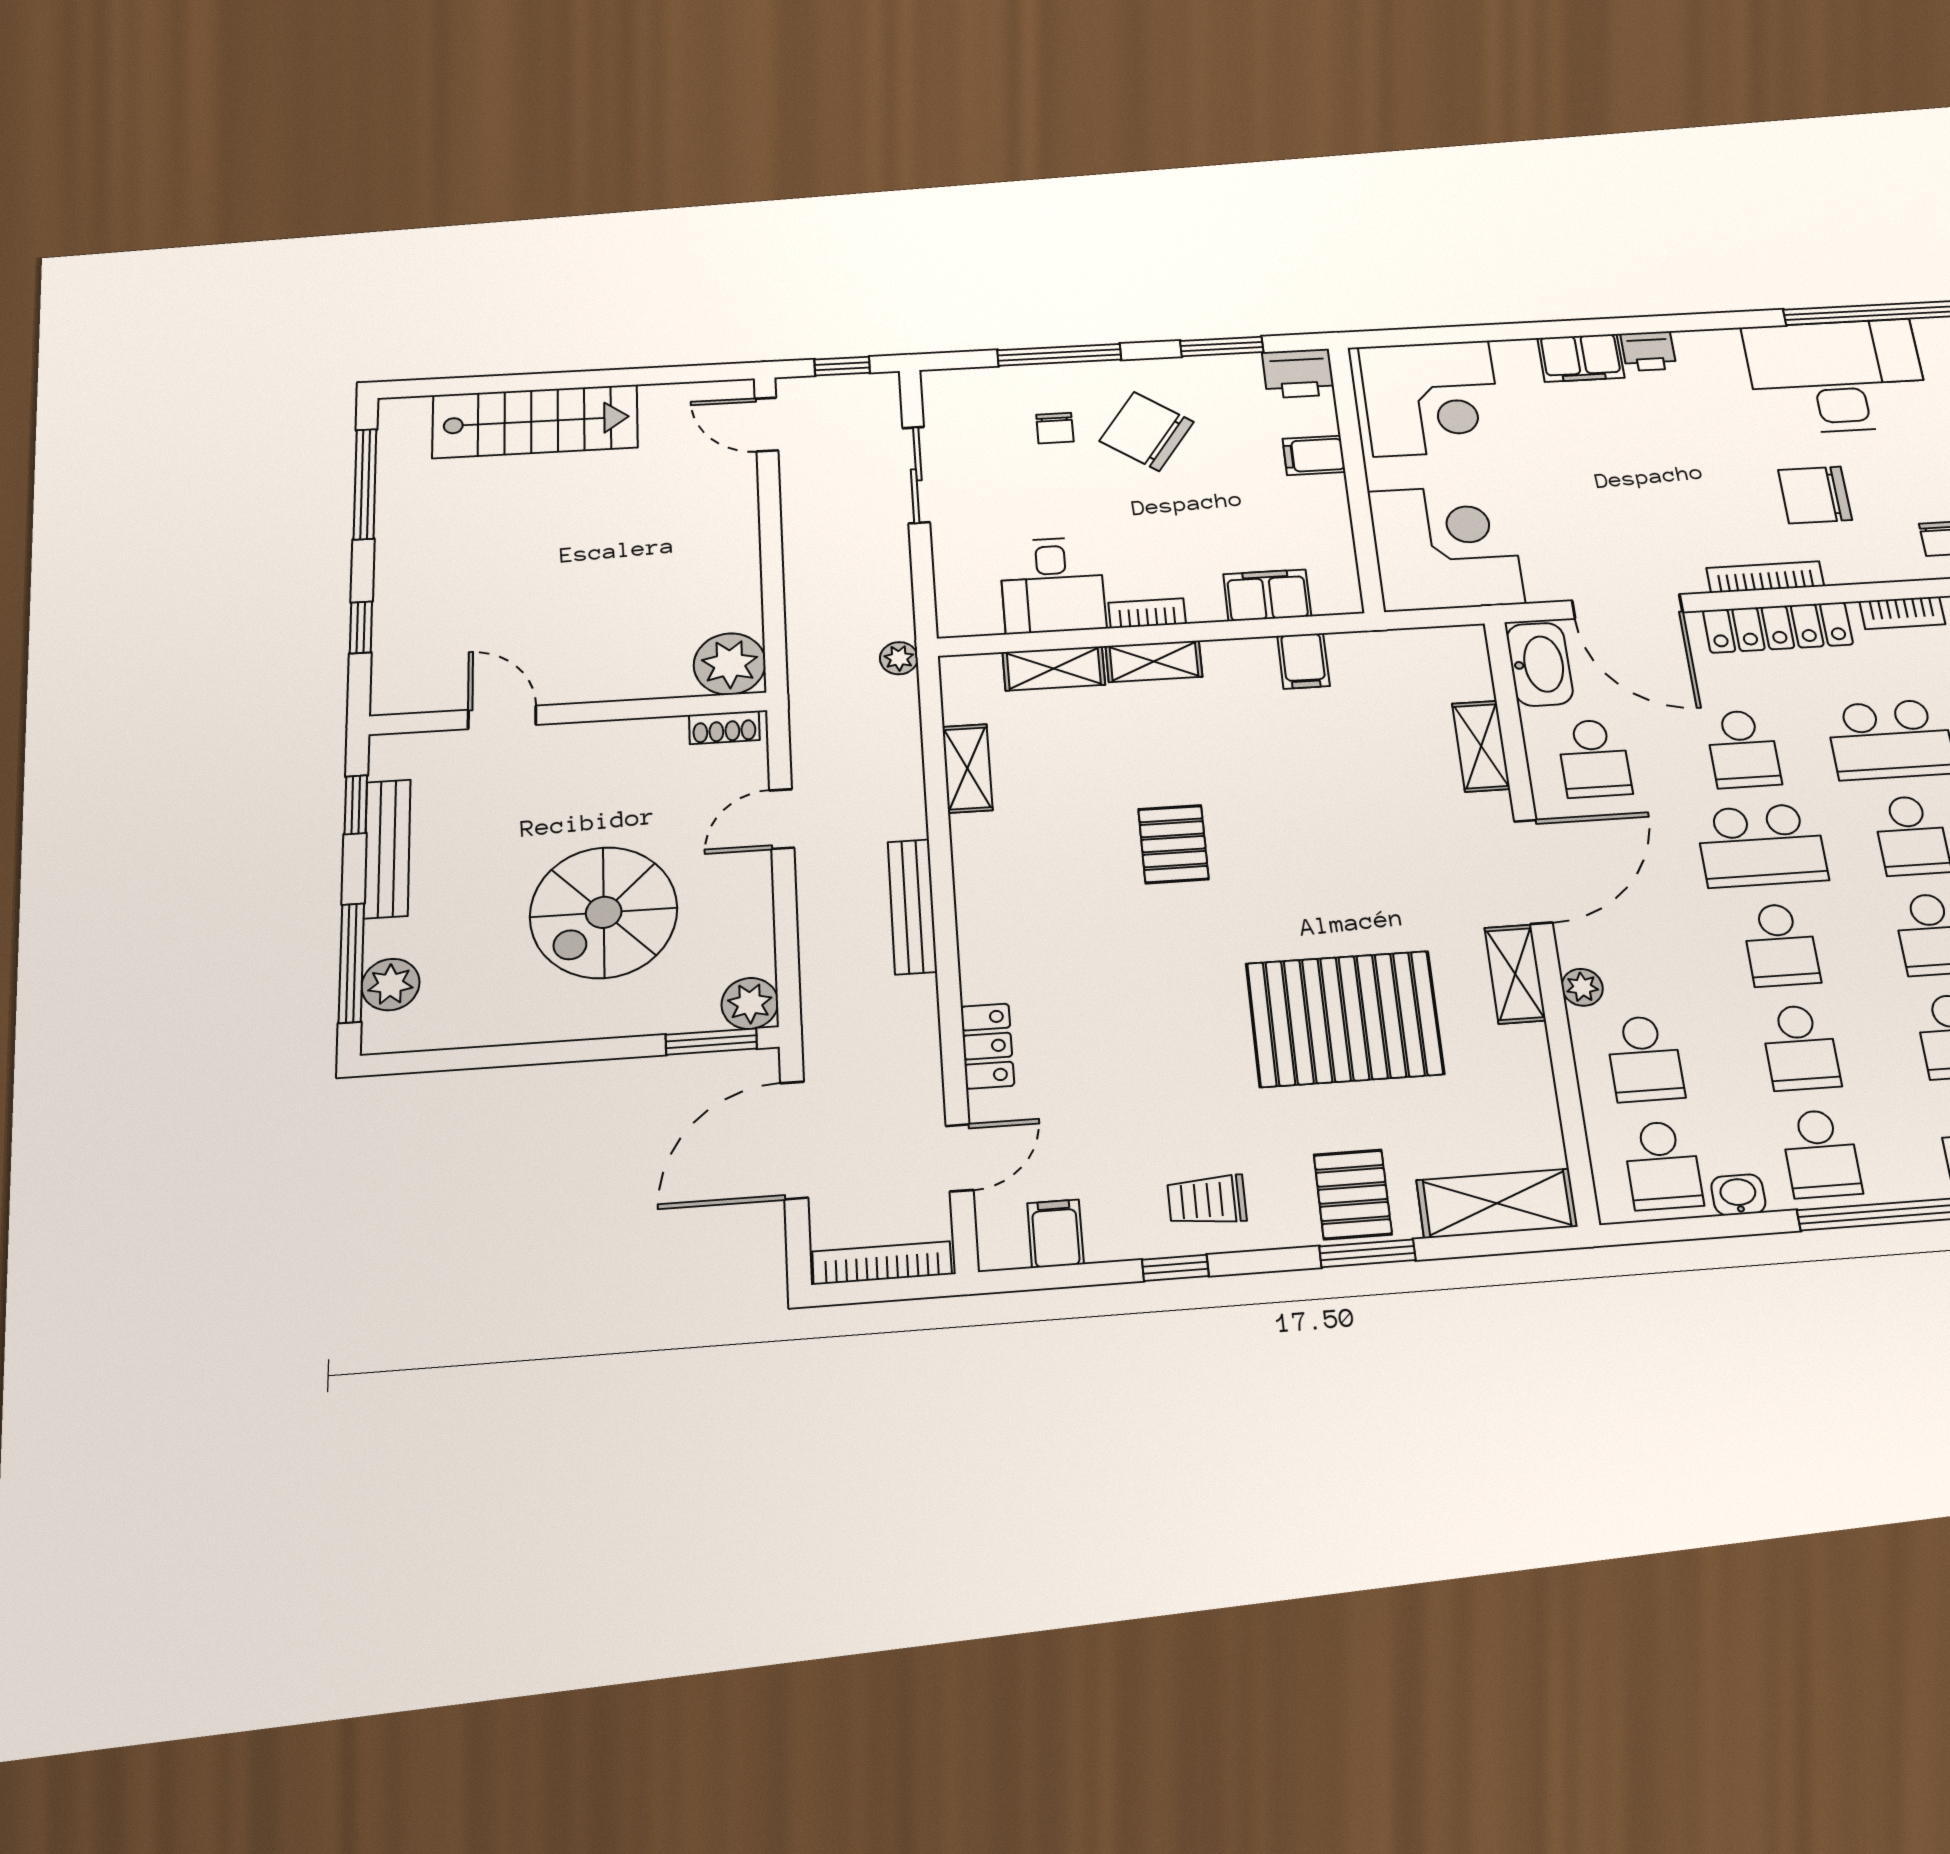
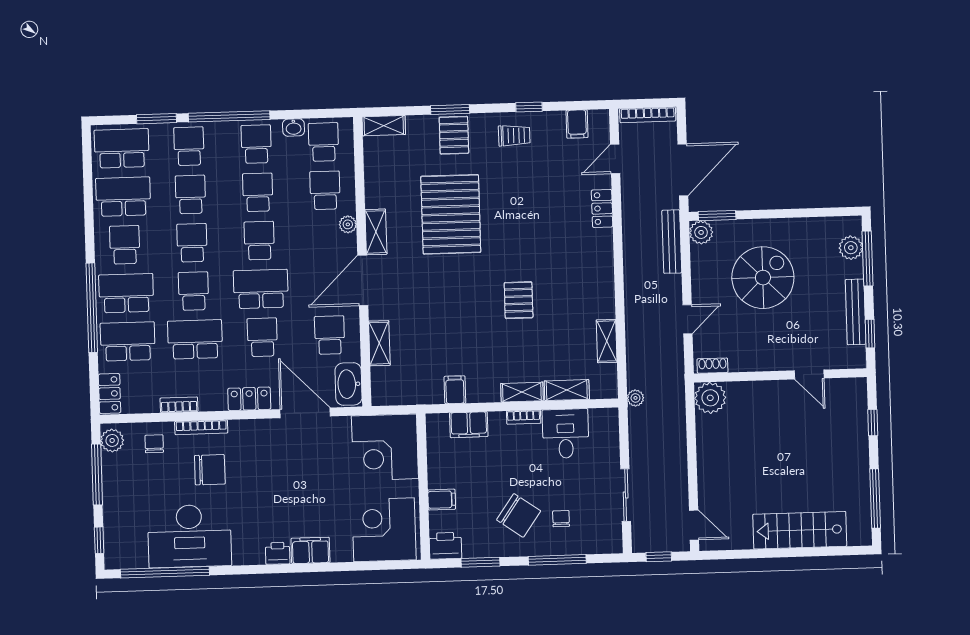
bookcase: (1765, 577) -> (201, 427), moved
locker: (1778, 627) -> (249, 399), width x0.66
bench: (912, 906) -> (672, 242), moved
pallet: (1345, 1019) -> (451, 214), turned 90
shelving: (1497, 1203) -> (384, 126), width x0.67, depth x0.75

